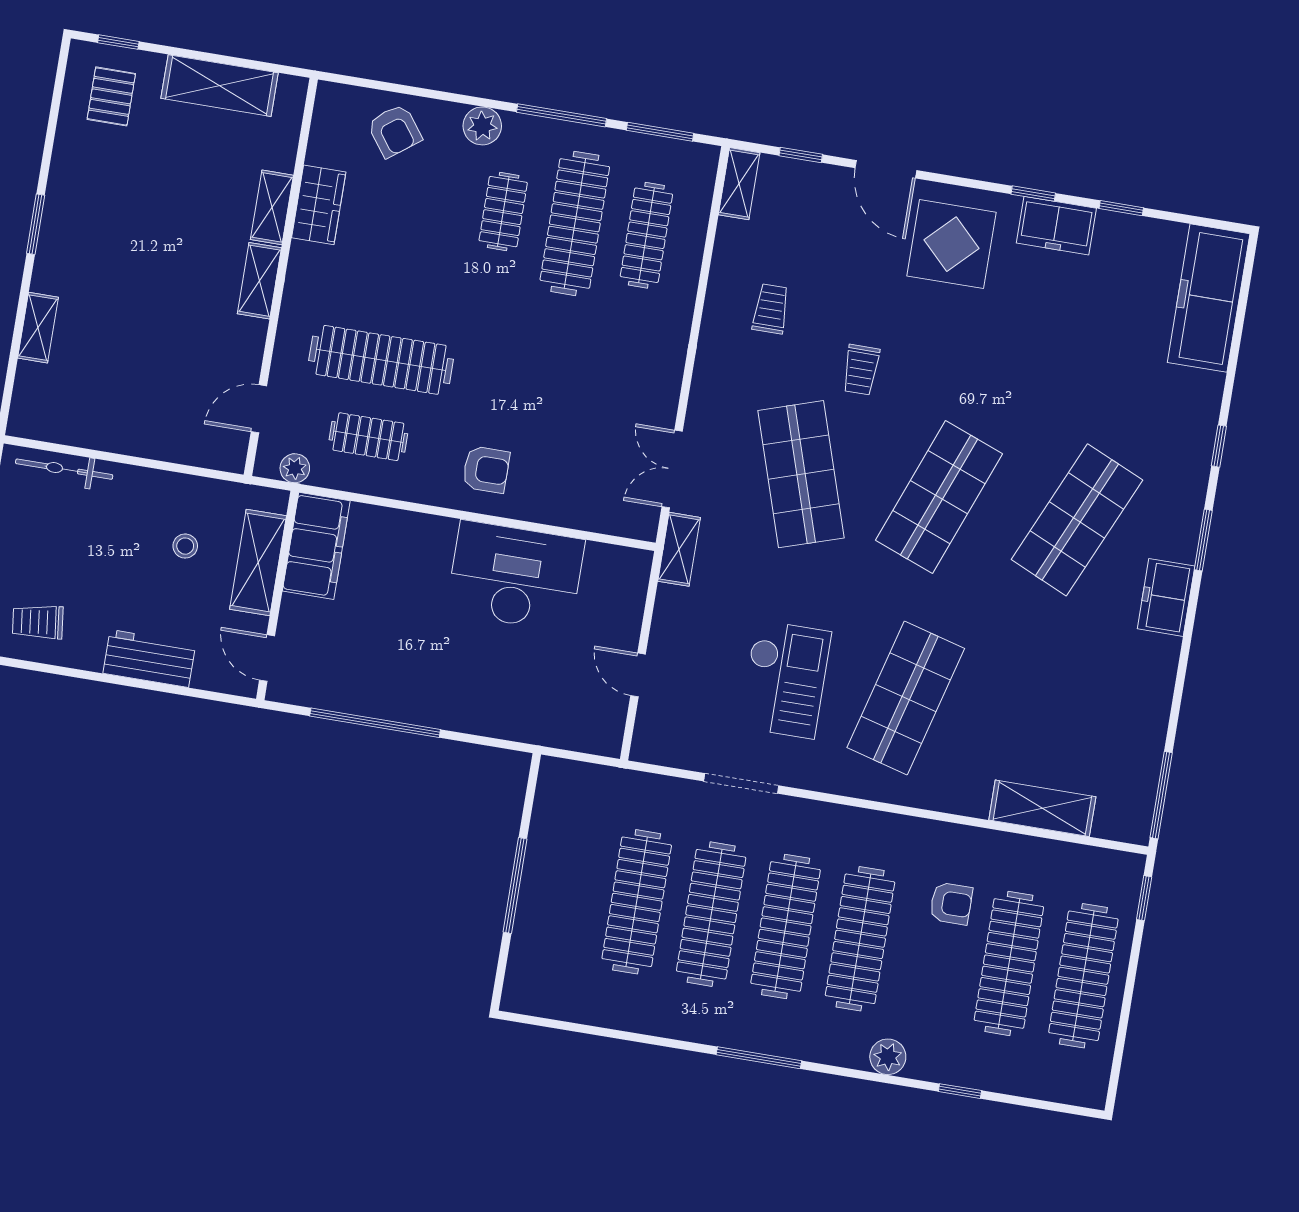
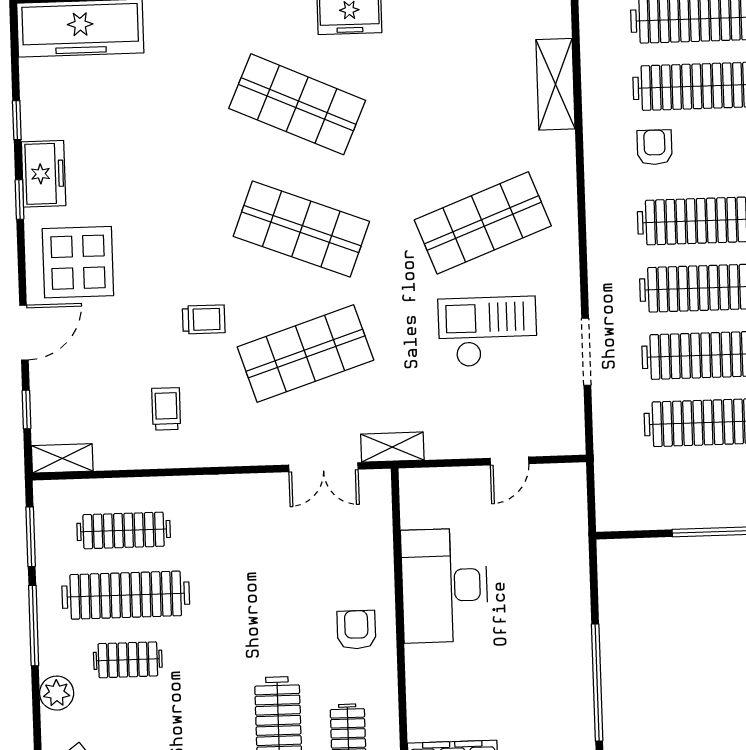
trolley: (771, 309) -> (166, 409), turned 90
shop shelf: (906, 698) -> (483, 223), turned -36

